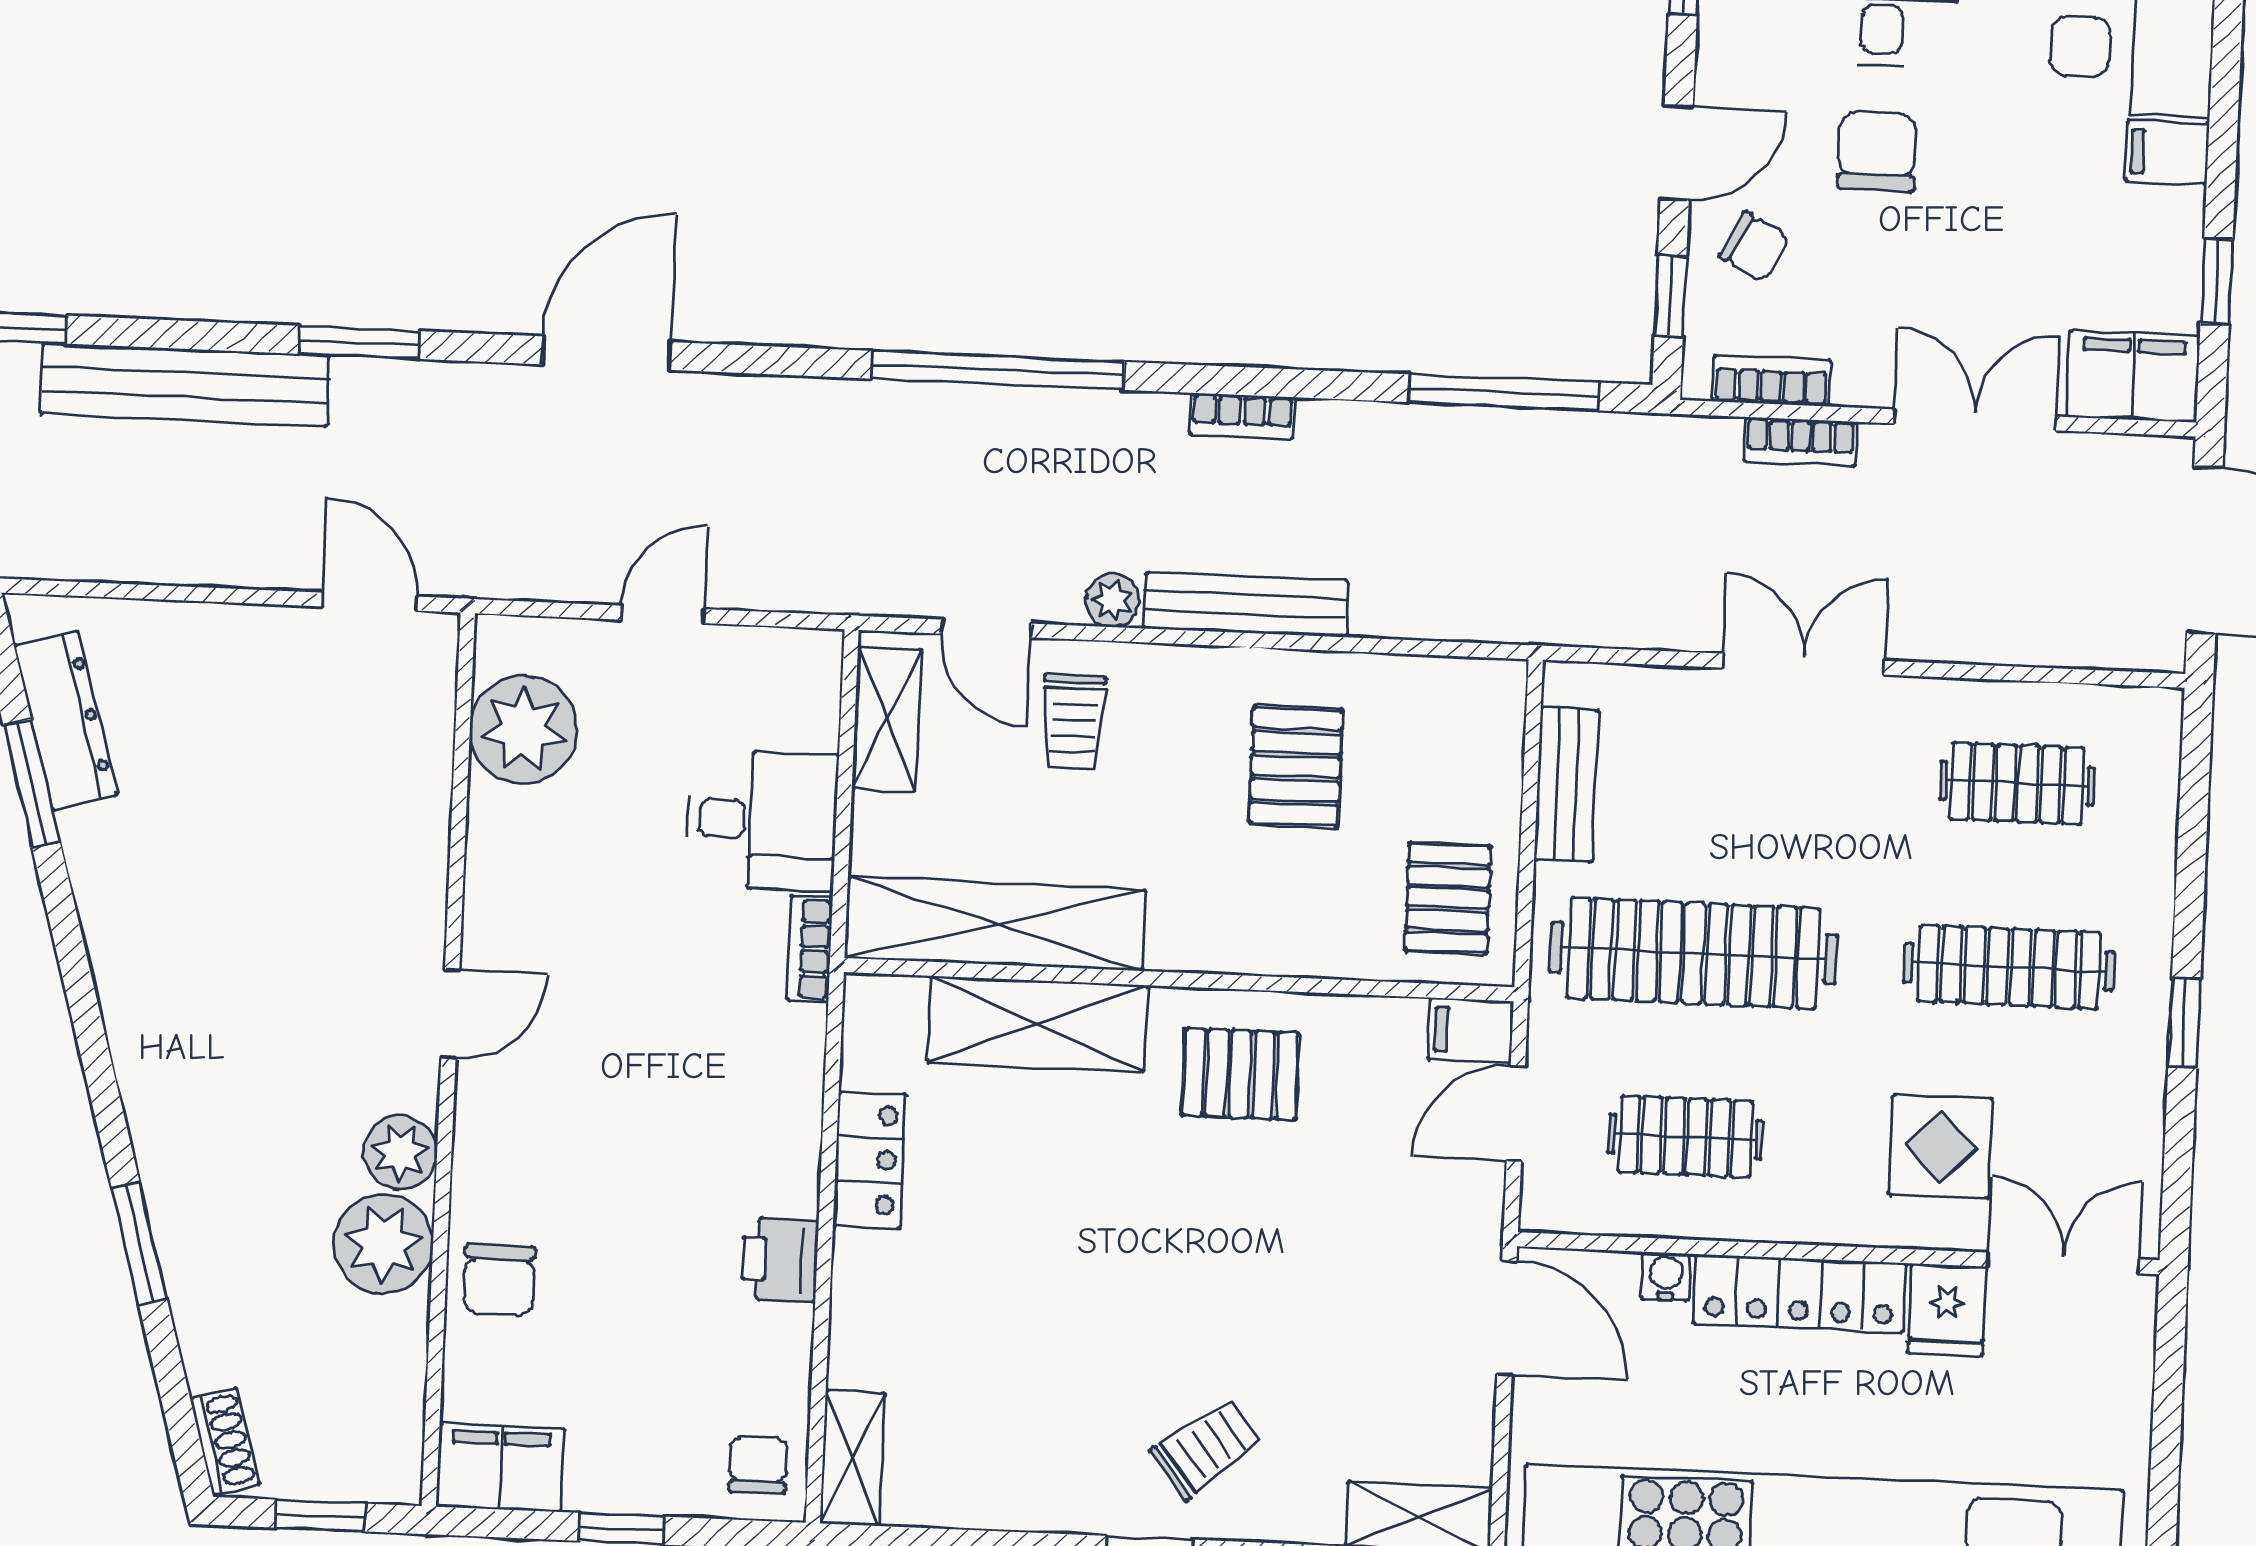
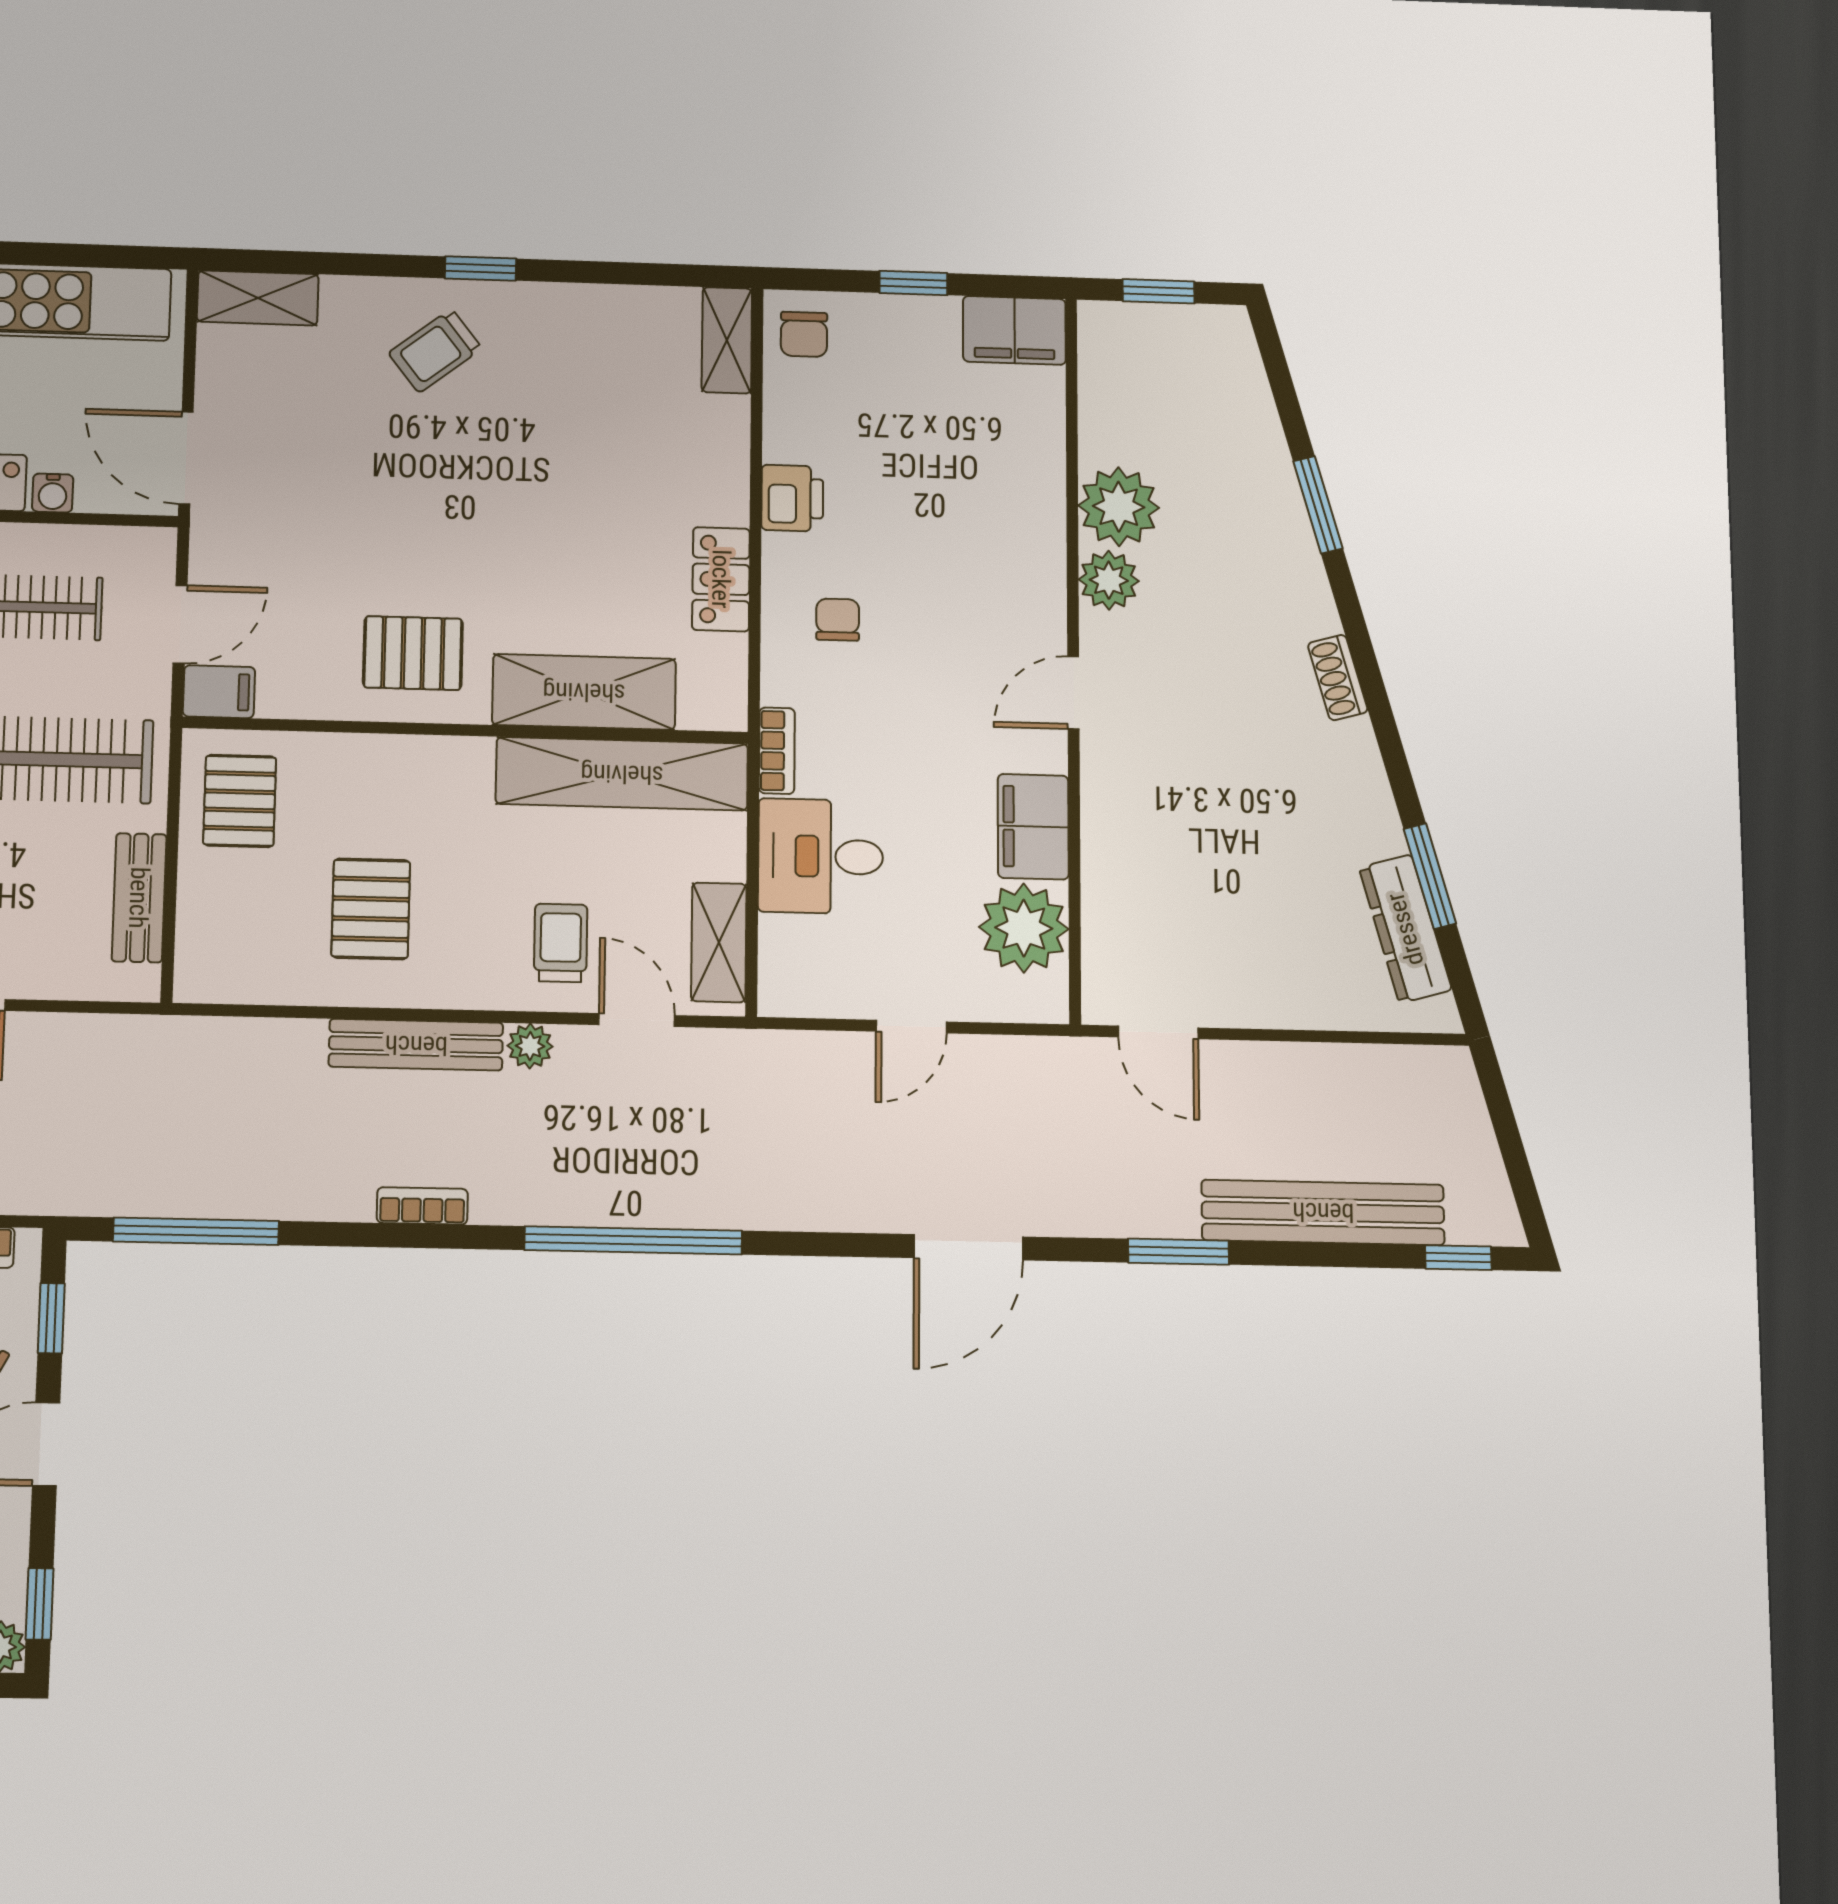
filing cabinet: (506, 852) -> (1033, 827), added
chair: (499, 1280) -> (838, 620), moved, width x0.73, depth x0.73
shoe rack: (225, 1441) -> (1338, 677), moved

